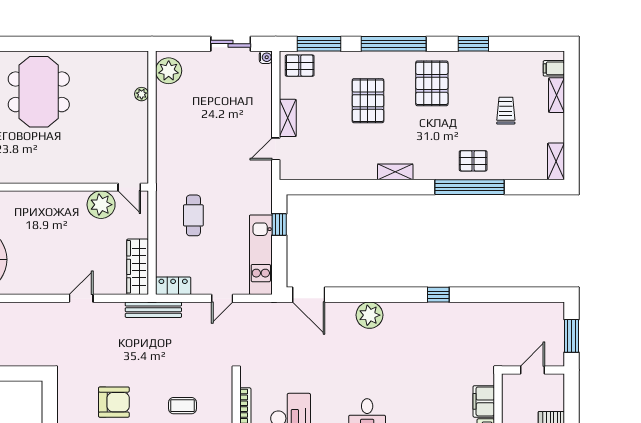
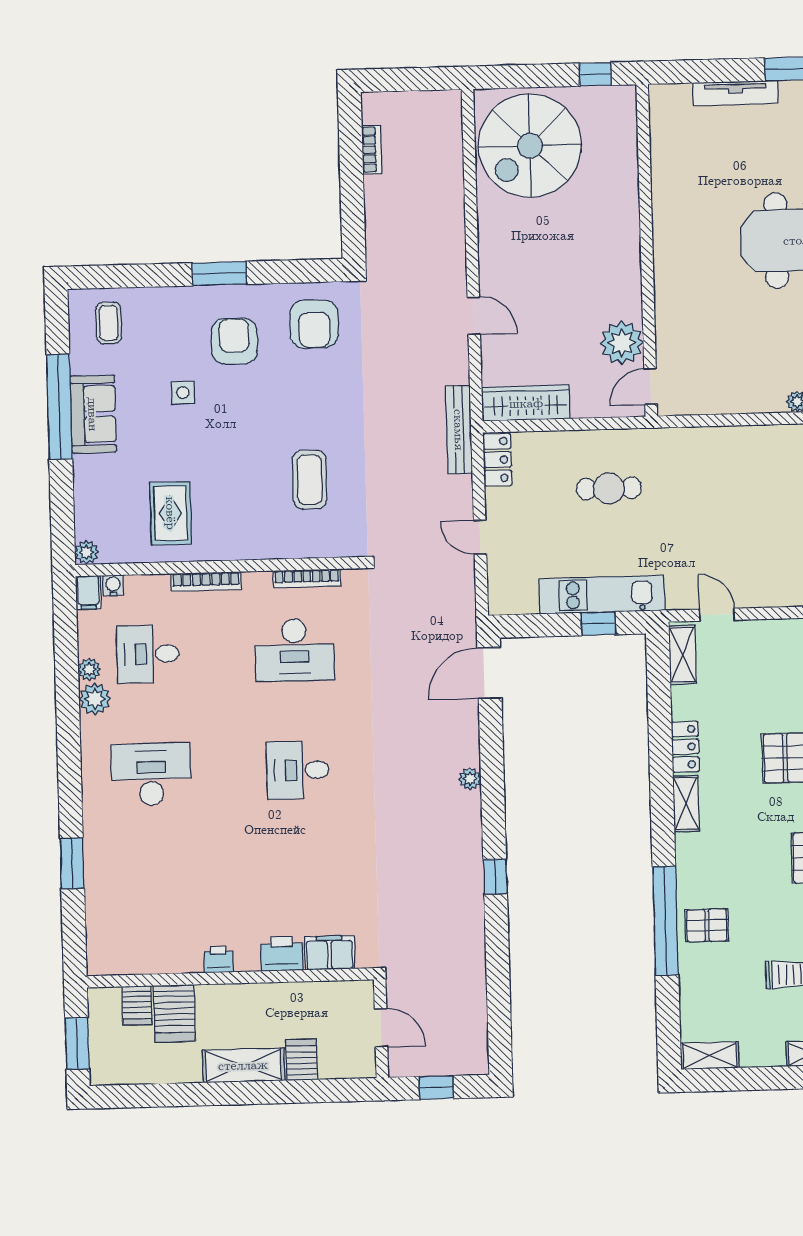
shelving: (288, 118) -> (683, 655), moved, turned 90
pallet: (473, 161) -> (707, 925), turned 90
locker: (359, 171) -> (685, 747), added
kitchen unit: (261, 255) -> (602, 595), moved
plant: (369, 315) -> (470, 779), width x0.53, depth x0.53
window: (571, 336) -> (436, 1088), width x0.67
armchair: (114, 402) -> (314, 324), moved
coffee table: (182, 406) -> (310, 480), width x1.36, depth x1.30

